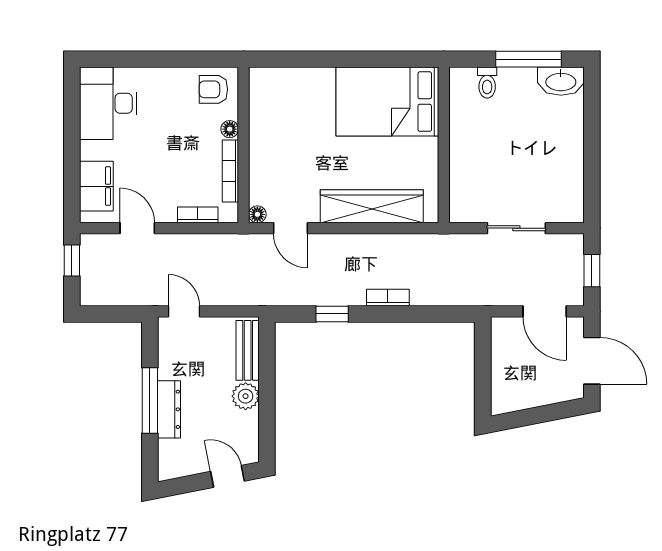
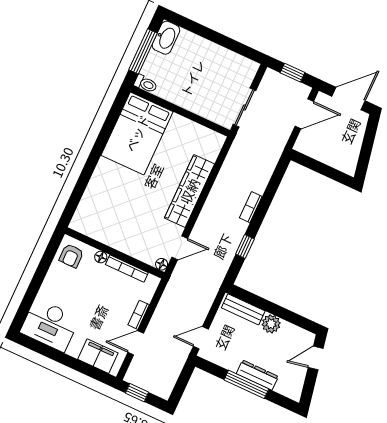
bed: (387, 102) -> (137, 133), moved
wall: (444, 145) -> (180, 111), moved
bookcase: (198, 215) -> (139, 315), moved

